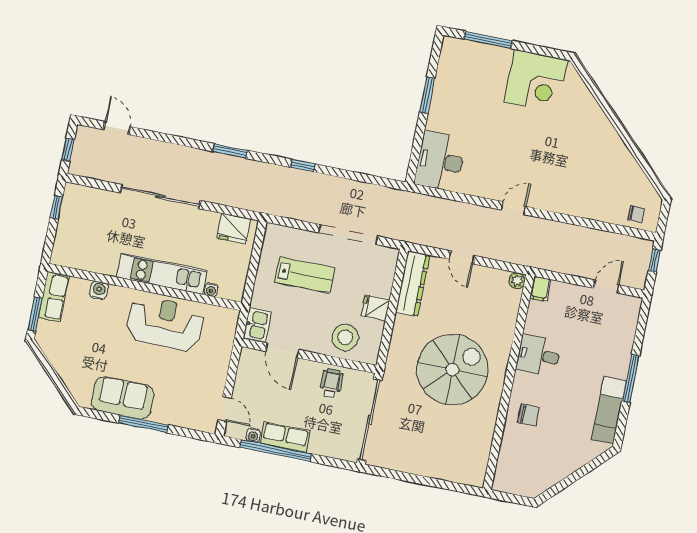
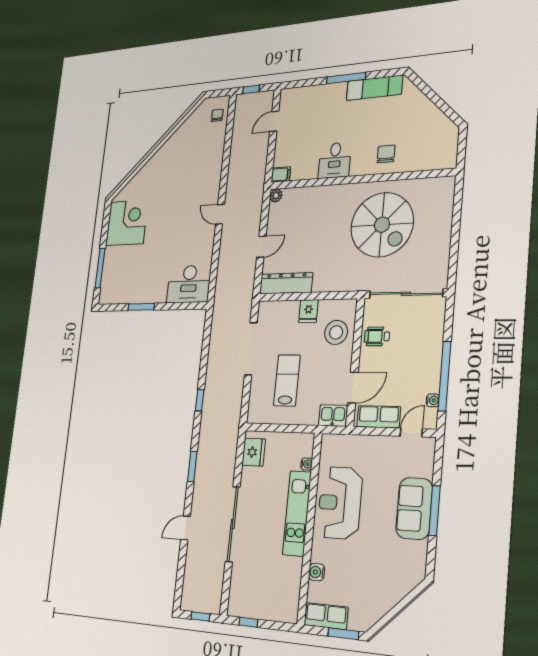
door: (117, 128) -> (186, 528), moved
door: (606, 286) -> (274, 121), hinge flipped
spiral stairs: (452, 370) -> (382, 225), moved, turned 180
sofa: (123, 398) -> (414, 508), moved
row of seats: (285, 437) -> (379, 417), moved, turned 90

